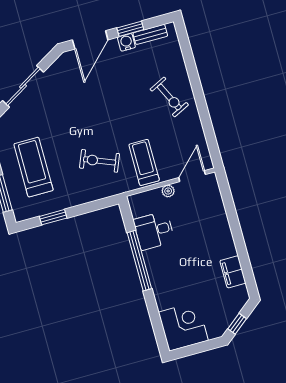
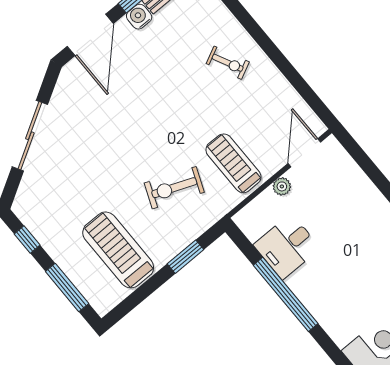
exercise bike: (169, 97) -> (228, 63), width x0.73, depth x0.72
treadmill: (33, 167) -> (118, 250), moved
window: (53, 217) -> (185, 257), moved

